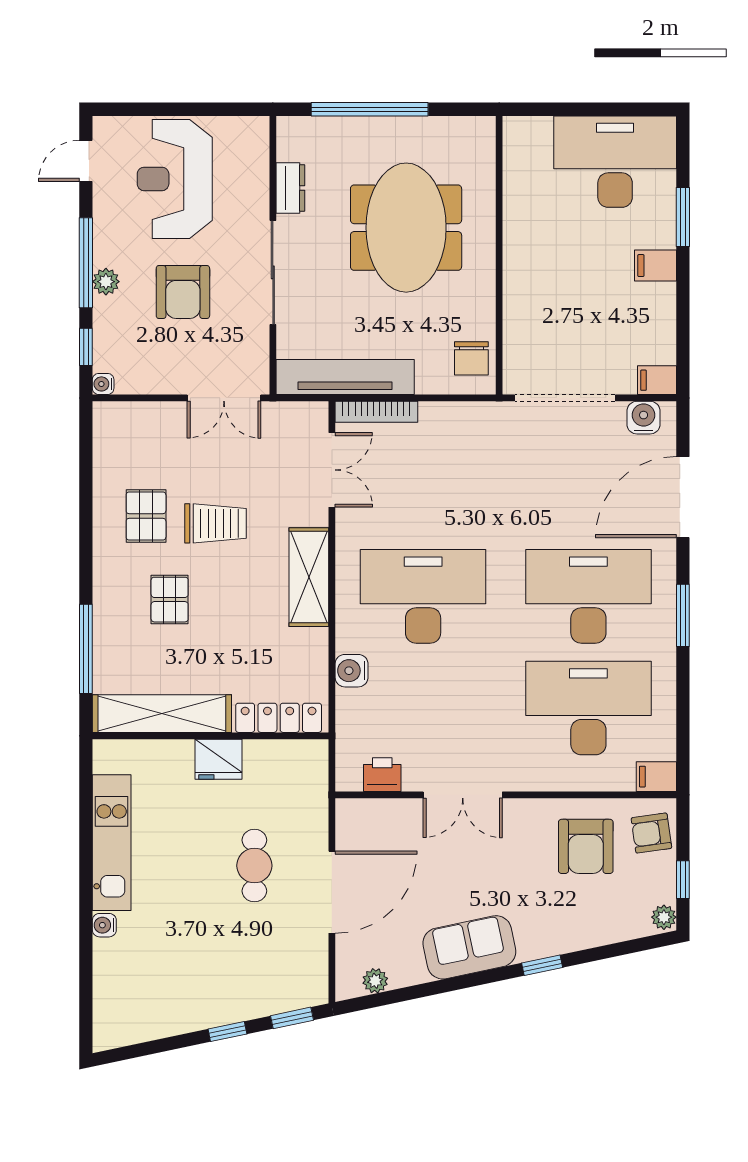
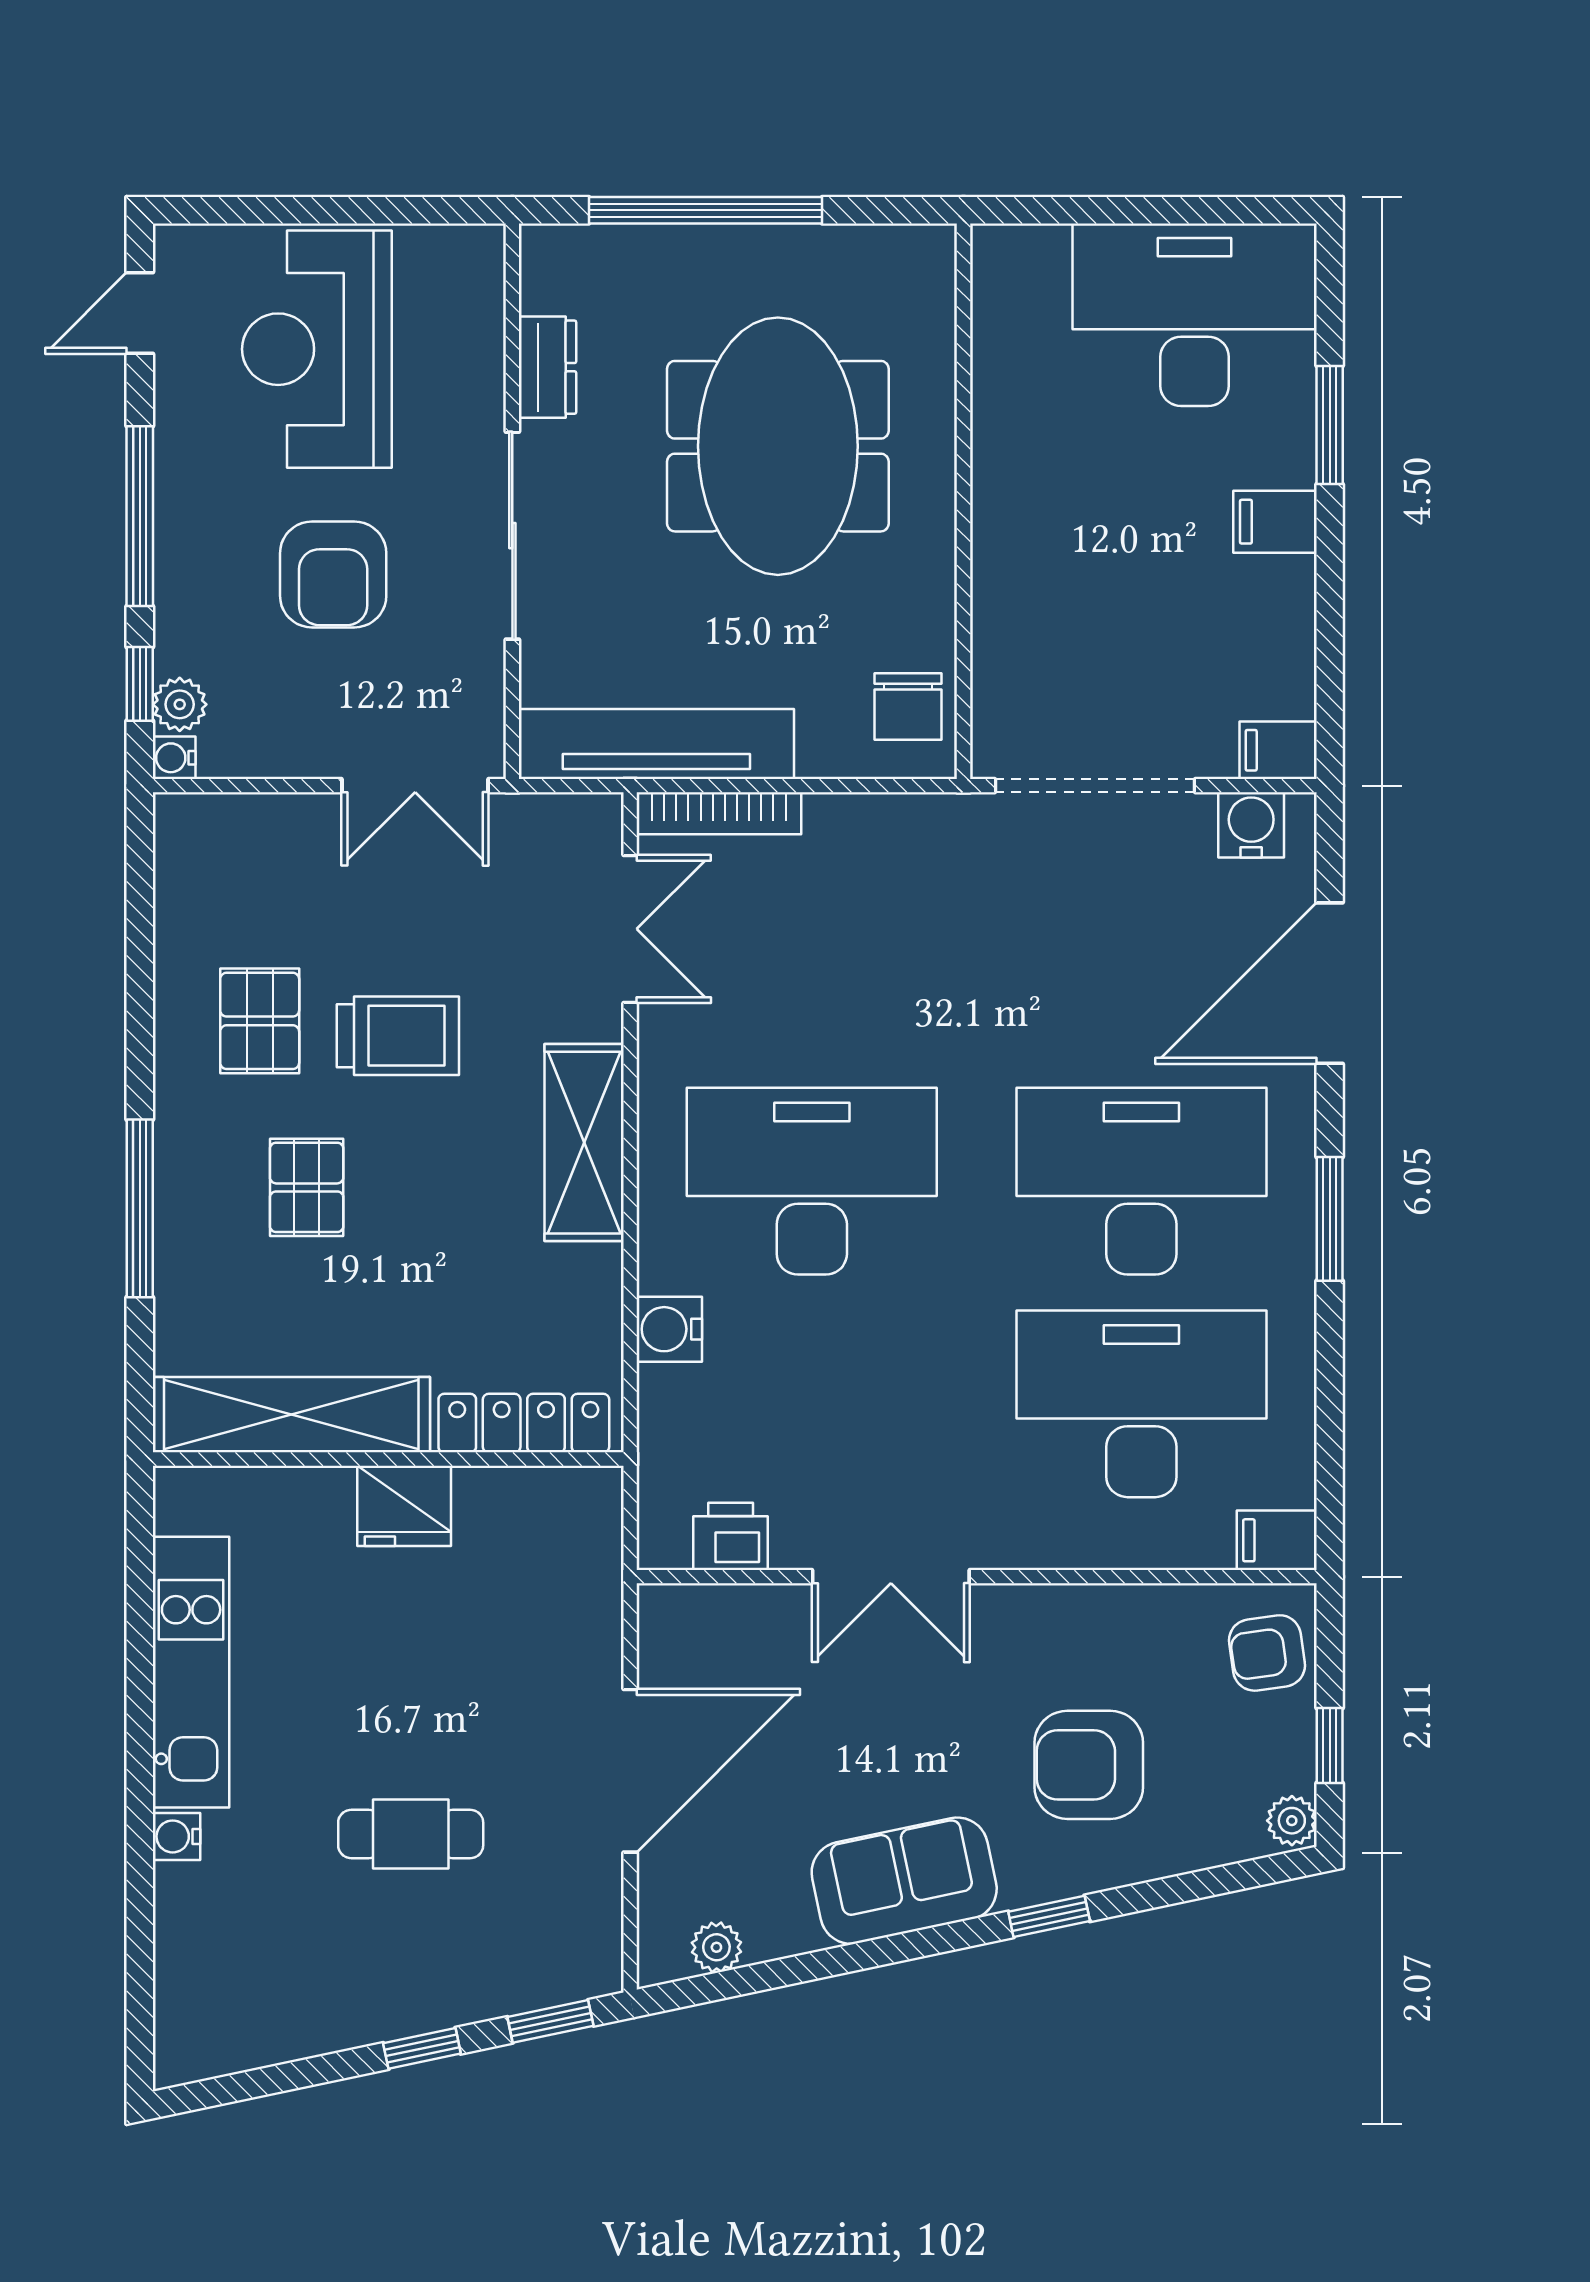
plant: (106, 282) -> (180, 704), moved
window: (86, 649) -> (140, 1208), moved
armchair: (586, 846) -> (1089, 1765), moved, turned 90
cafe table: (254, 866) -> (411, 1834), moved, turned 90

